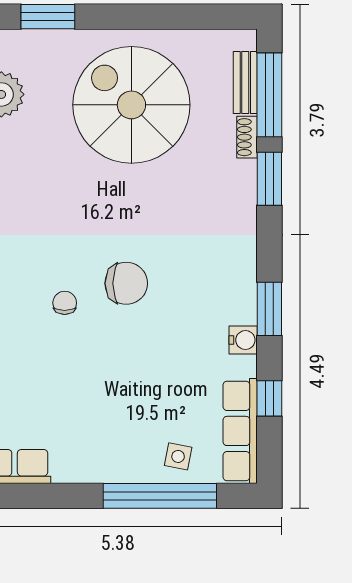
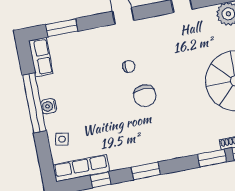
water cooler: (243, 340) -> (49, 106), moved, turned 90
window: (160, 496) -> (34, 103), moved

